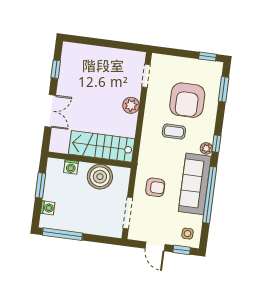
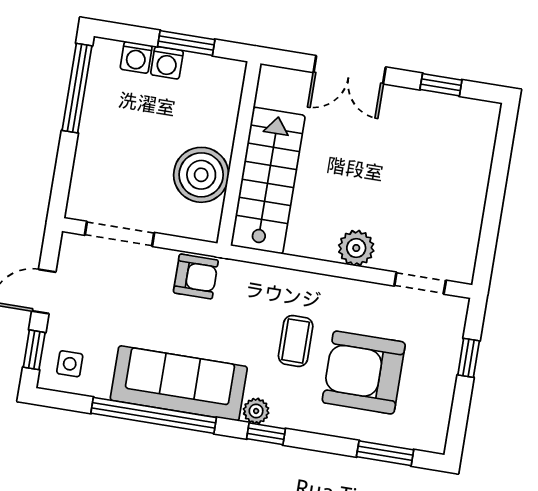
window: (207, 57) -> (469, 358), moved
washing machine: (71, 167) -> (167, 63), moved, turned -90
armchair: (155, 187) -> (196, 276), moved, turned -90

